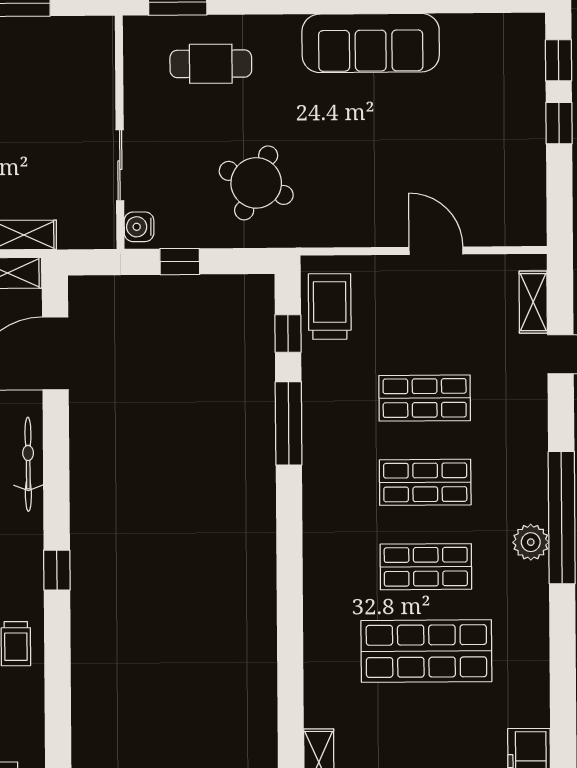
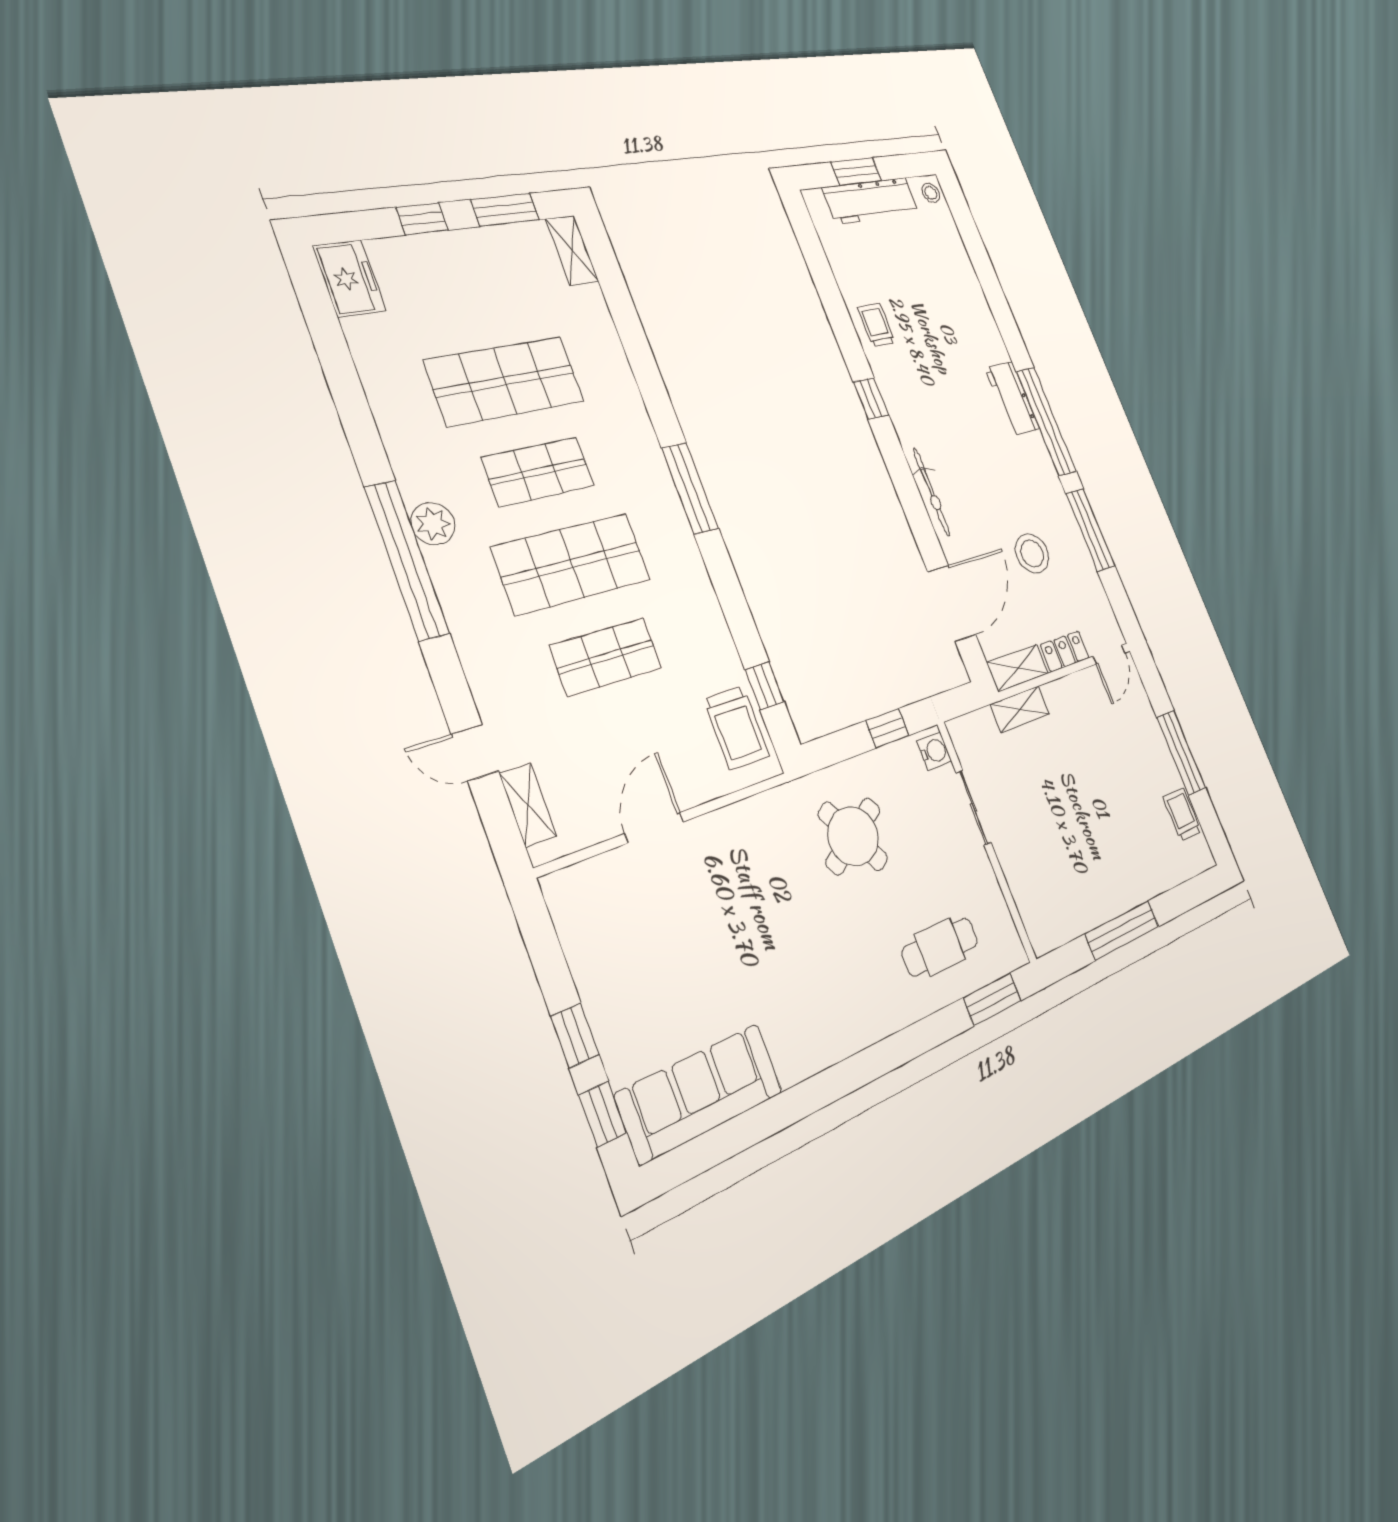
sofa: (371, 43) -> (700, 1093), moved
round table: (256, 183) -> (853, 836), turned 35
door: (436, 251) -> (654, 828), swing flipped
window: (289, 423) -> (690, 488), moved
shop shelf: (425, 482) -> (572, 564), width x1.43, depth x1.36

